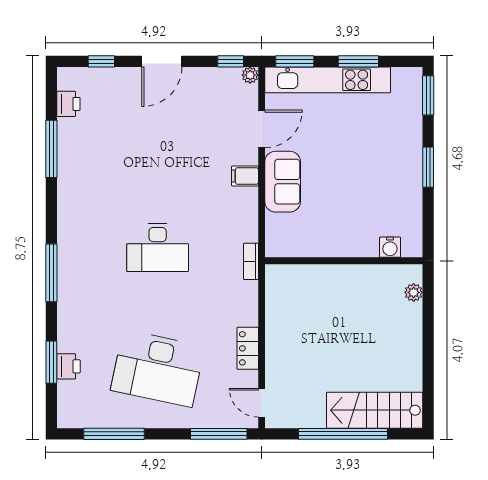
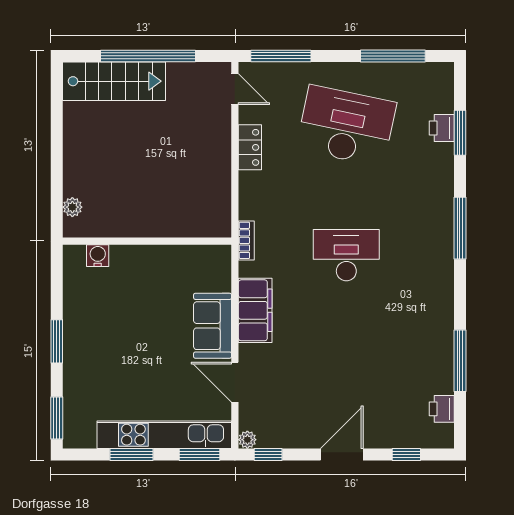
door: (262, 129) -> (235, 382), hinge flipped
filing cabinet: (245, 176) -> (255, 310), width x3.00, depth x1.17

